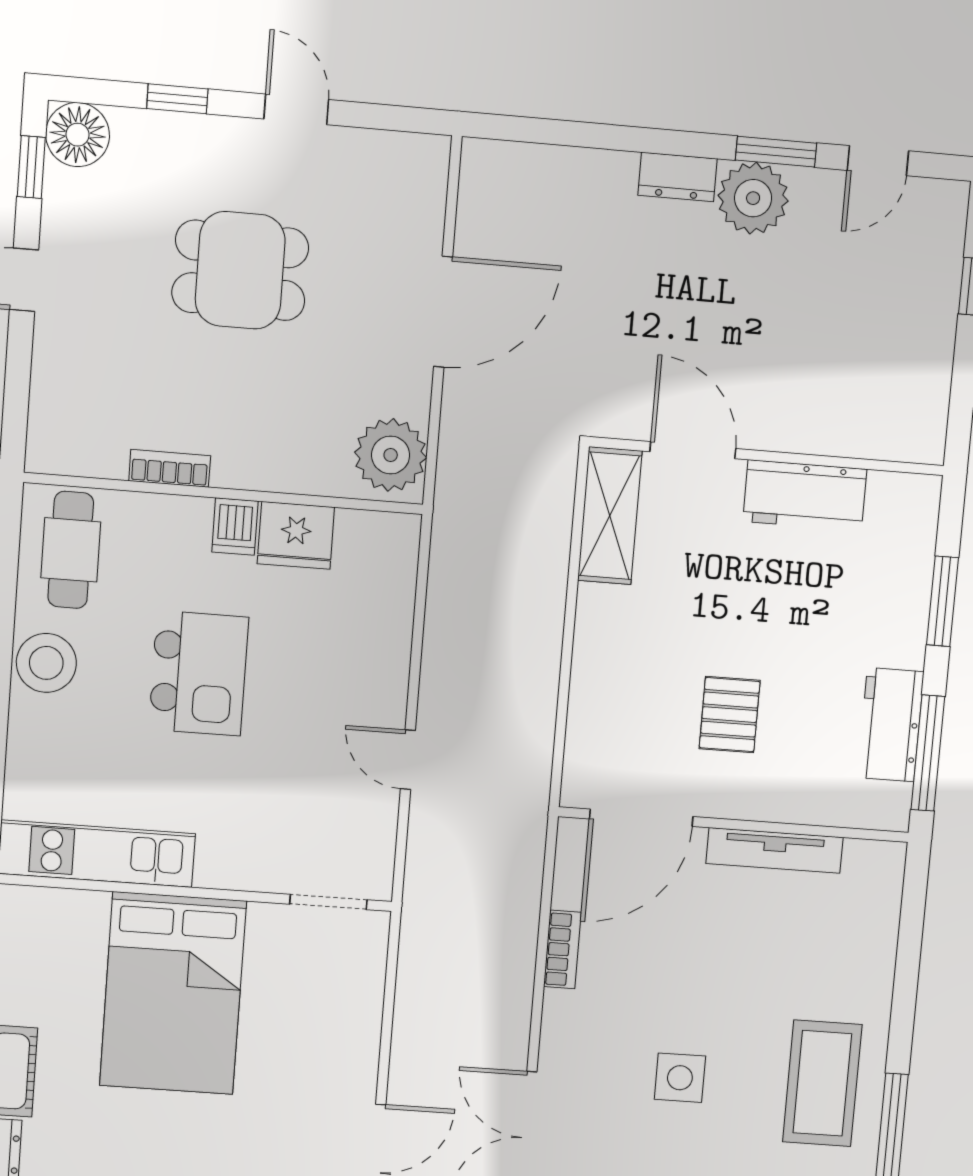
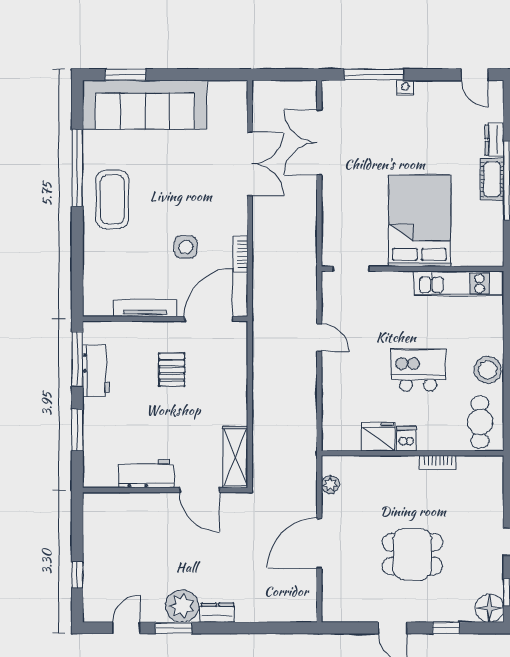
plant: (391, 455) -> (330, 484), width x0.53, depth x0.53
kitchen island: (199, 673) -> (418, 370), turned 90
side table: (680, 1078) -> (186, 247), moved

